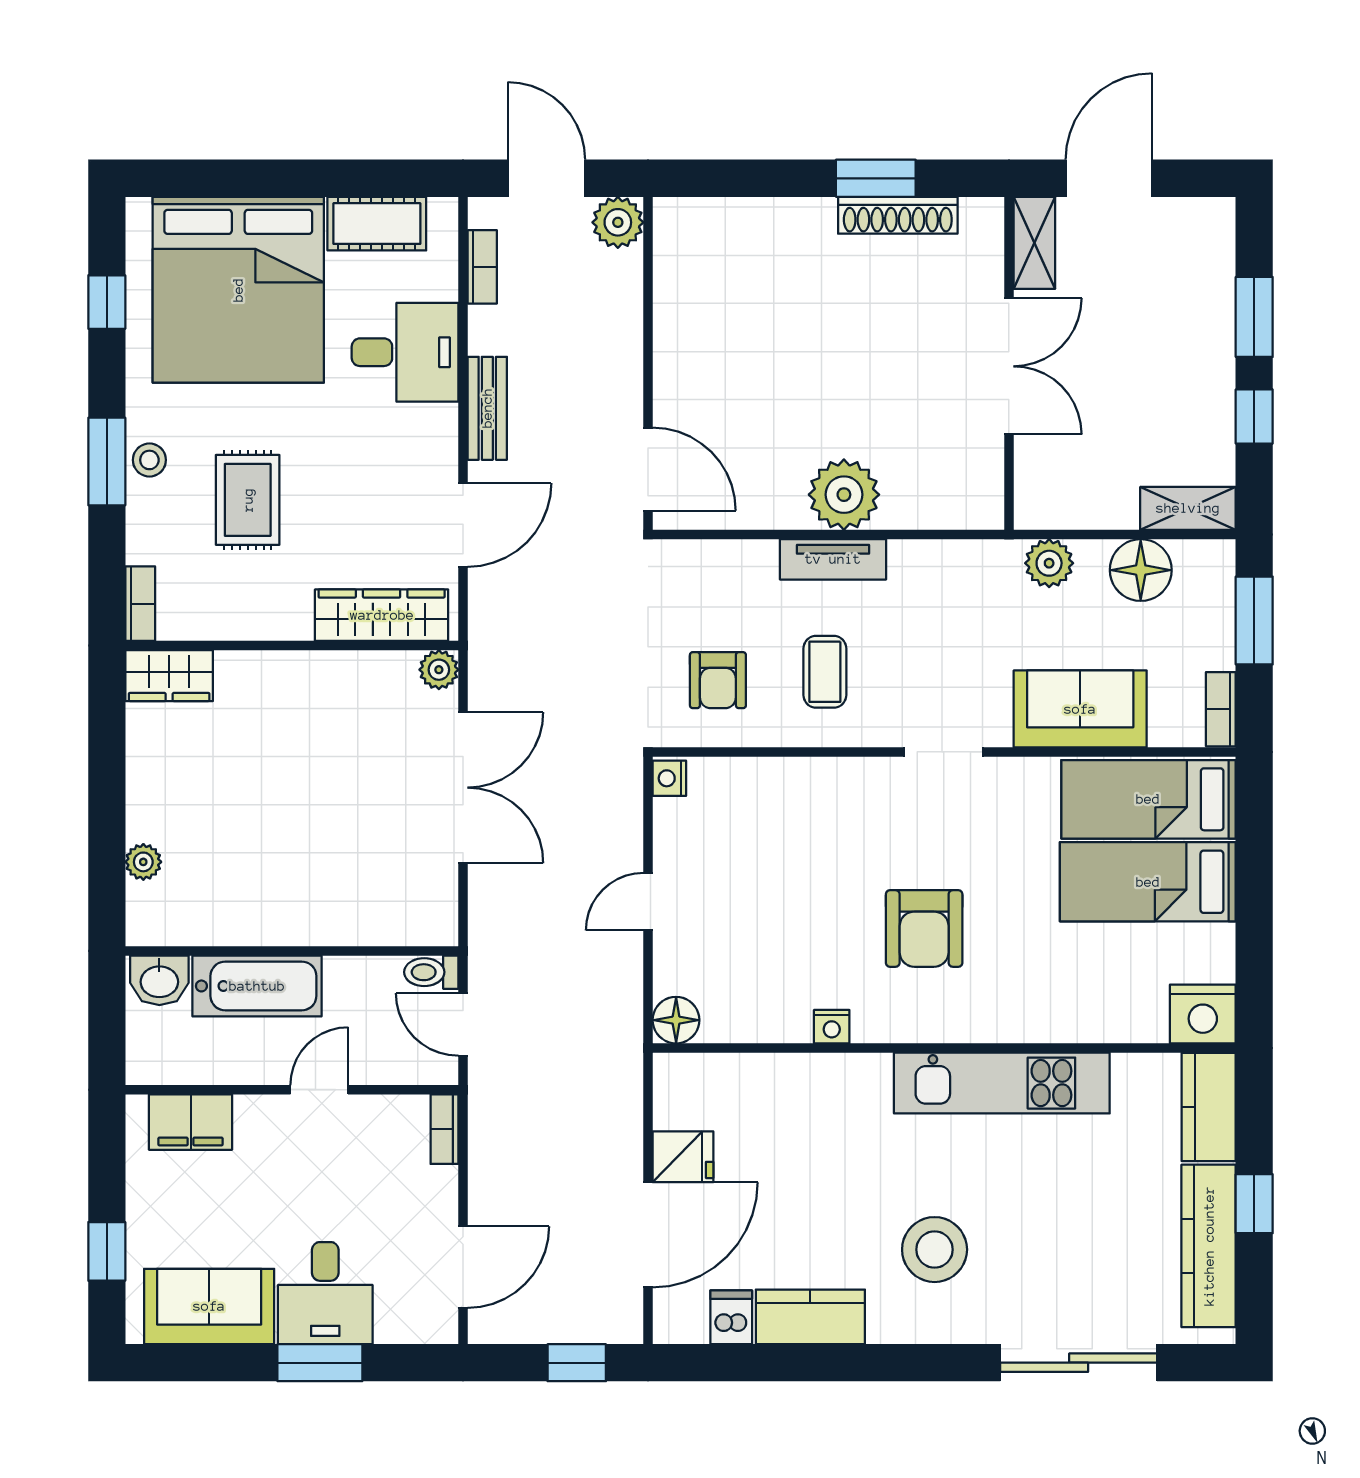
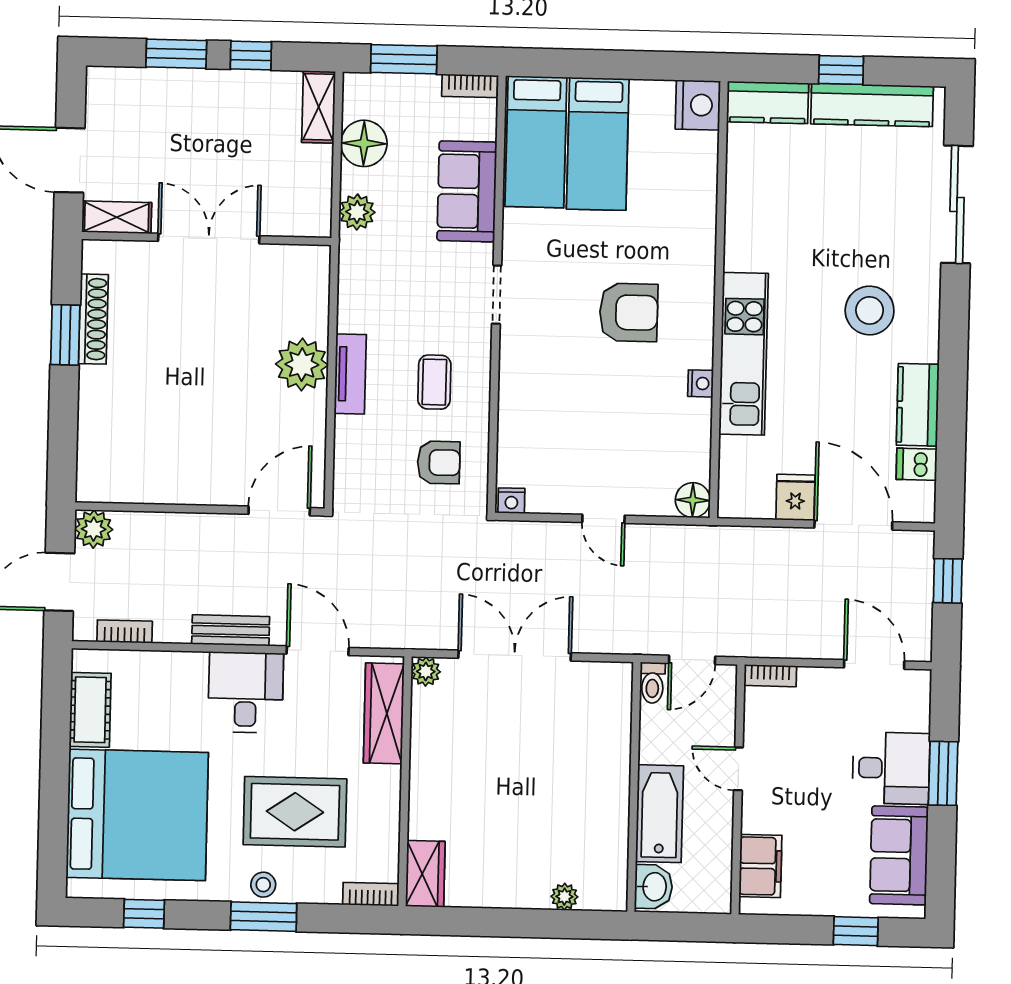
desk: (405, 352) -> (246, 692), moved
rug: (248, 500) -> (295, 812), width x1.36, depth x1.43
coffee table: (825, 672) -> (434, 382), turned 90
kitchen unit: (1002, 1083) -> (744, 354), moved

